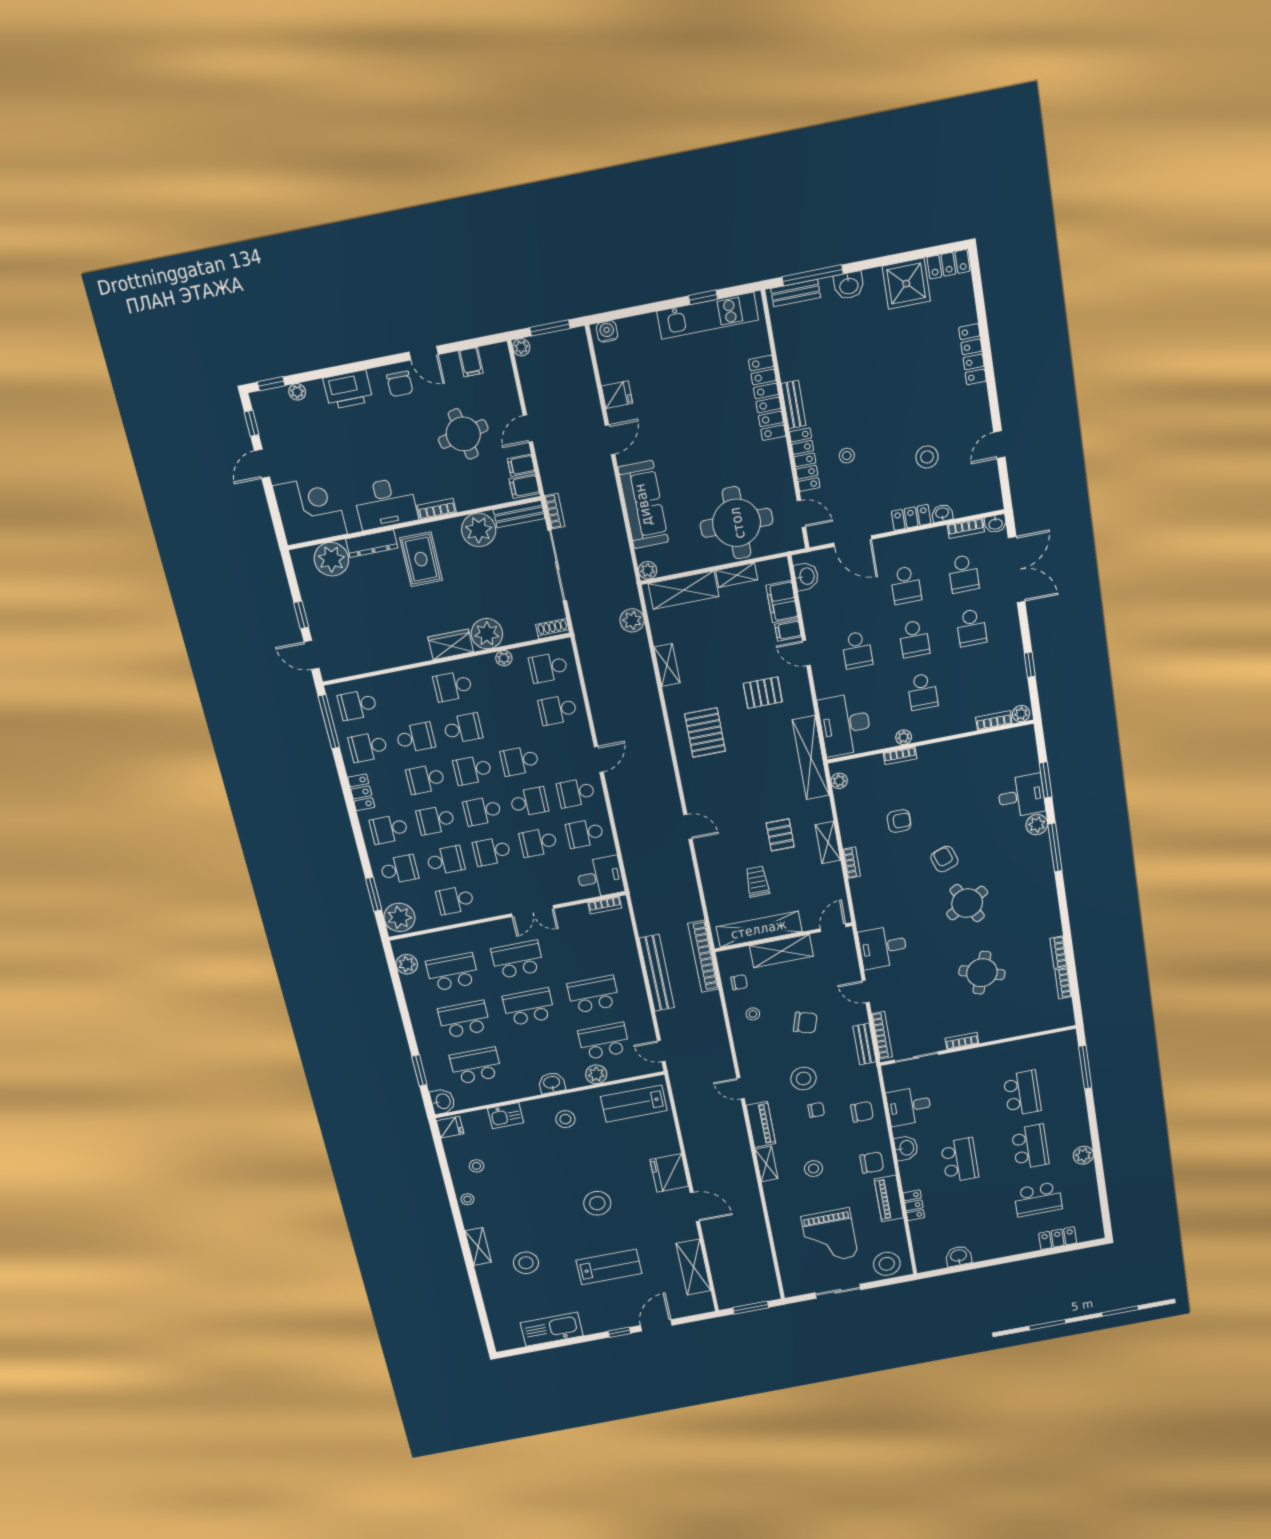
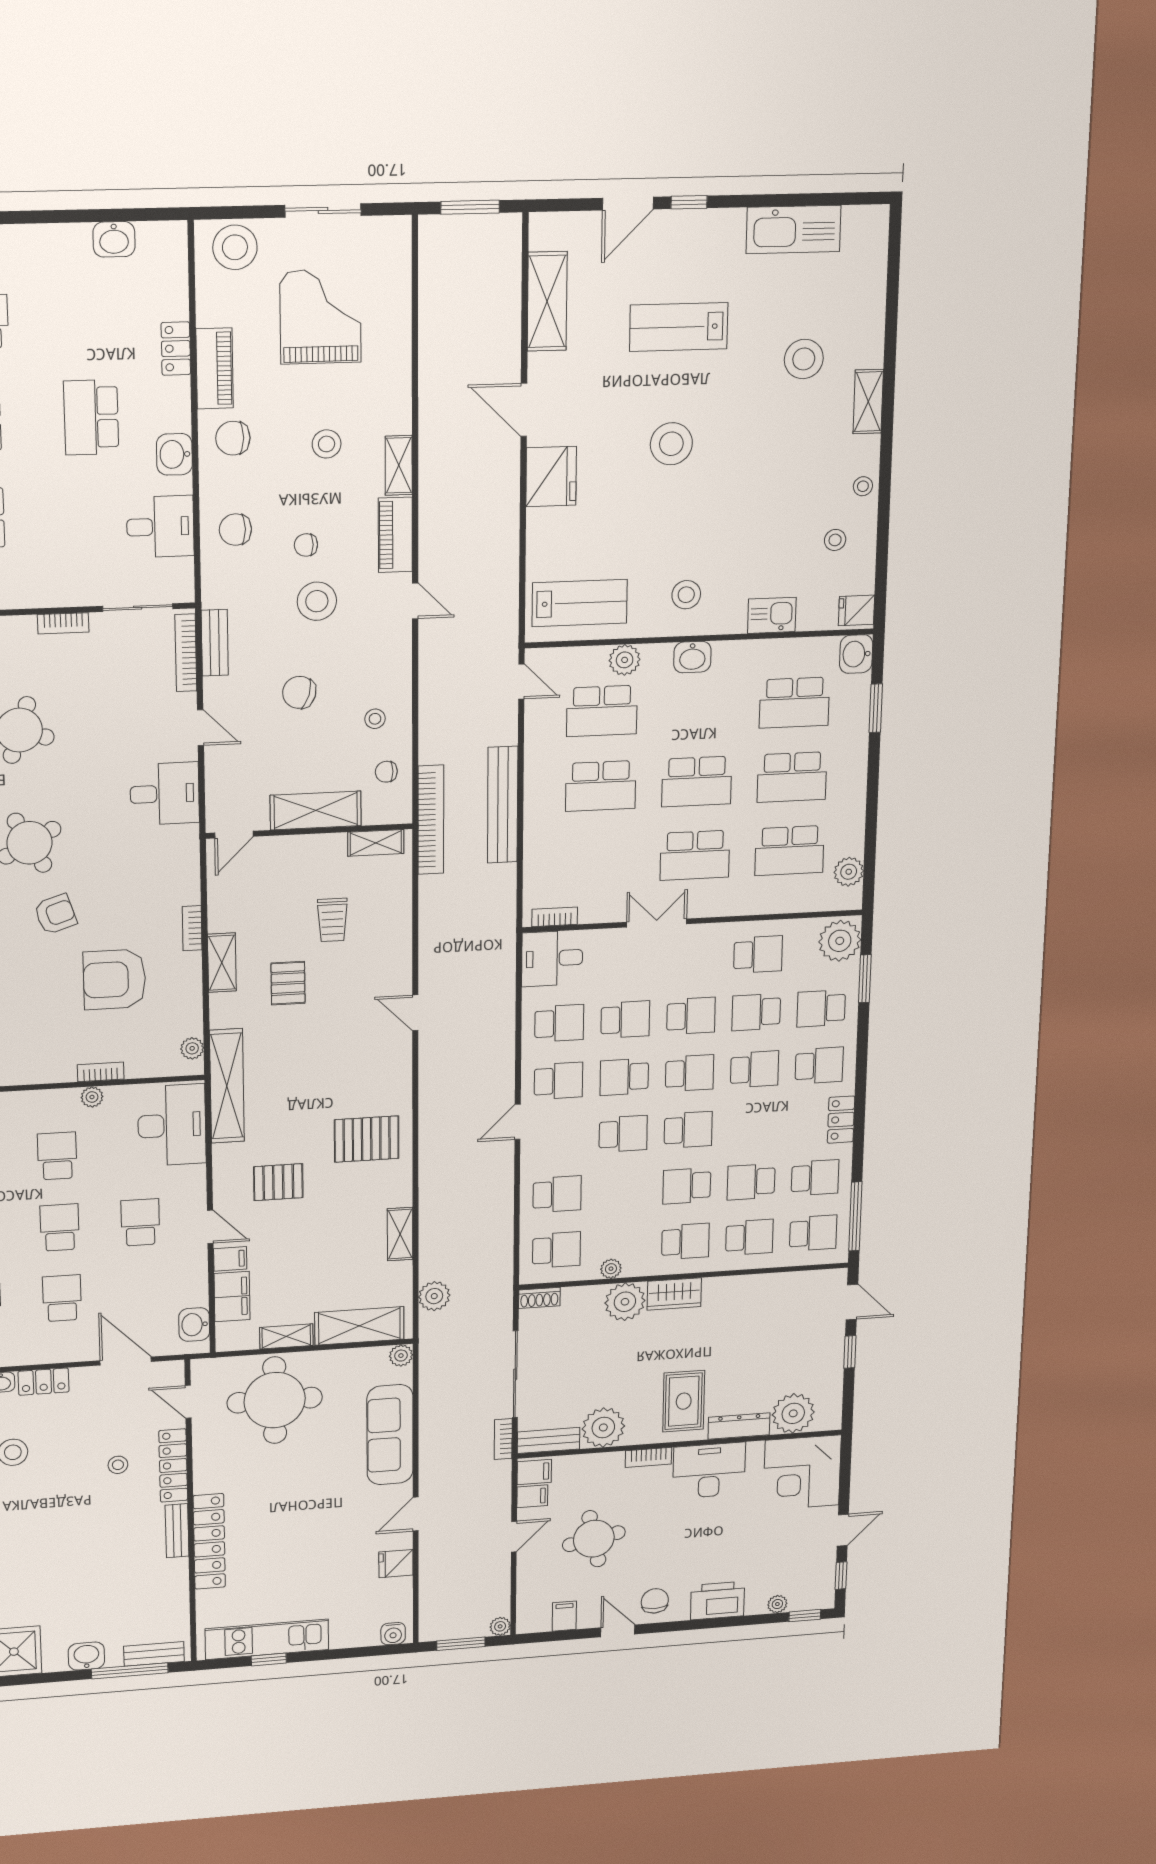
pallet: (705, 733) -> (367, 1139), turned 90
school desk: (426, 779) -> (749, 1237), moved
armchair: (899, 821) -> (115, 979), width x1.88, depth x1.88
armchair: (944, 859) -> (55, 914), turned -89
shelving: (759, 929) -> (376, 843), width x0.45, depth x0.75

